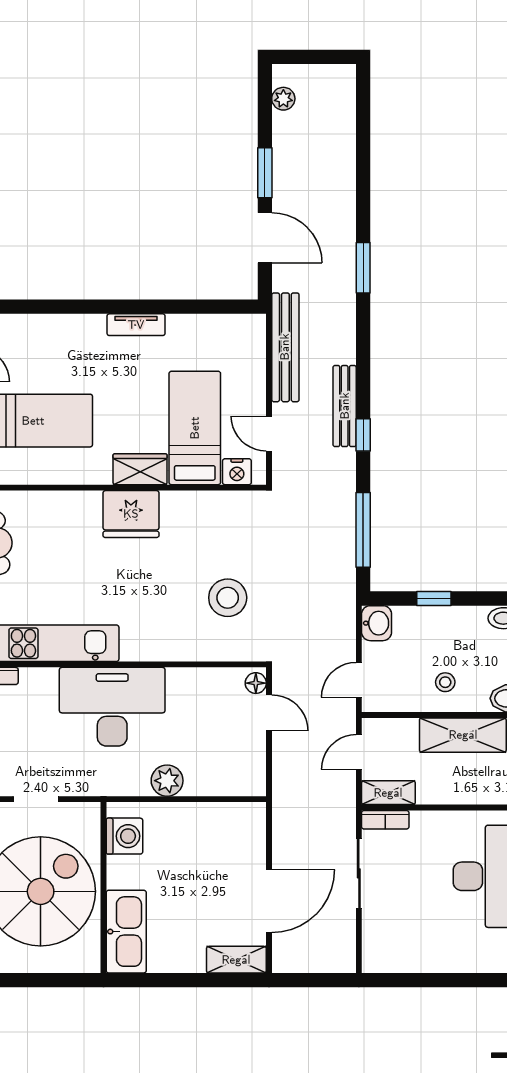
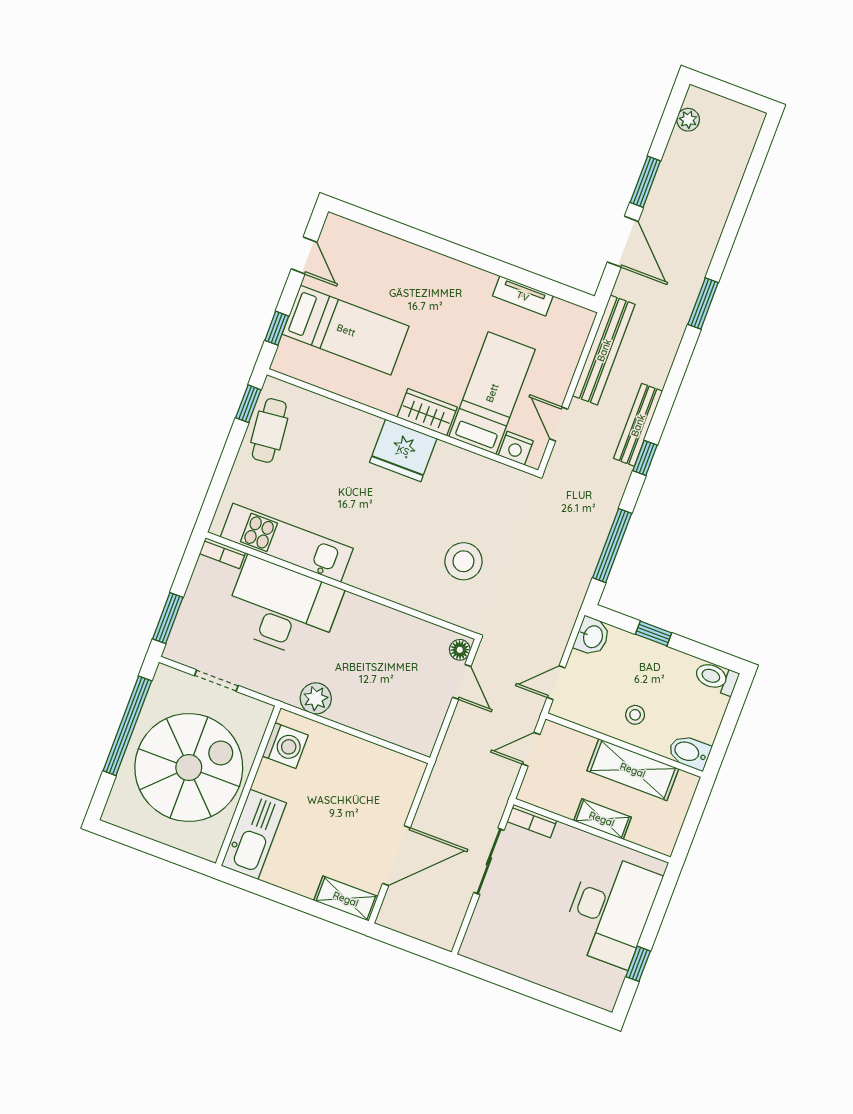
tv unit: (136, 325) -> (523, 296), moved
desk: (112, 707) -> (283, 608), moved
plant: (167, 781) -> (316, 698), moved
shelving: (388, 793) -> (602, 819), moved

